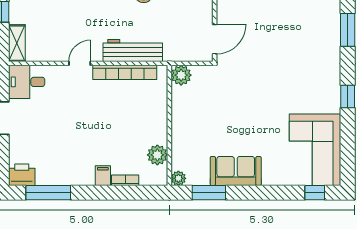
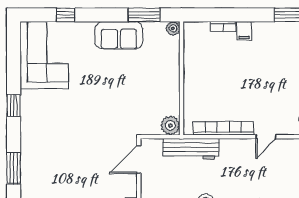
workbench: (133, 50) -> (191, 149), moved
plant: (157, 155) -> (193, 50), removed
window: (315, 193) -> (66, 15), moved

